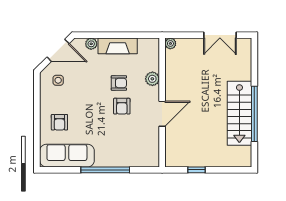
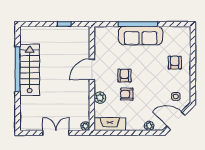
double door: (220, 35) -> (56, 133), moved
fireplace: (118, 46) -> (110, 124), moved
sofa: (67, 156) -> (141, 36), moved

